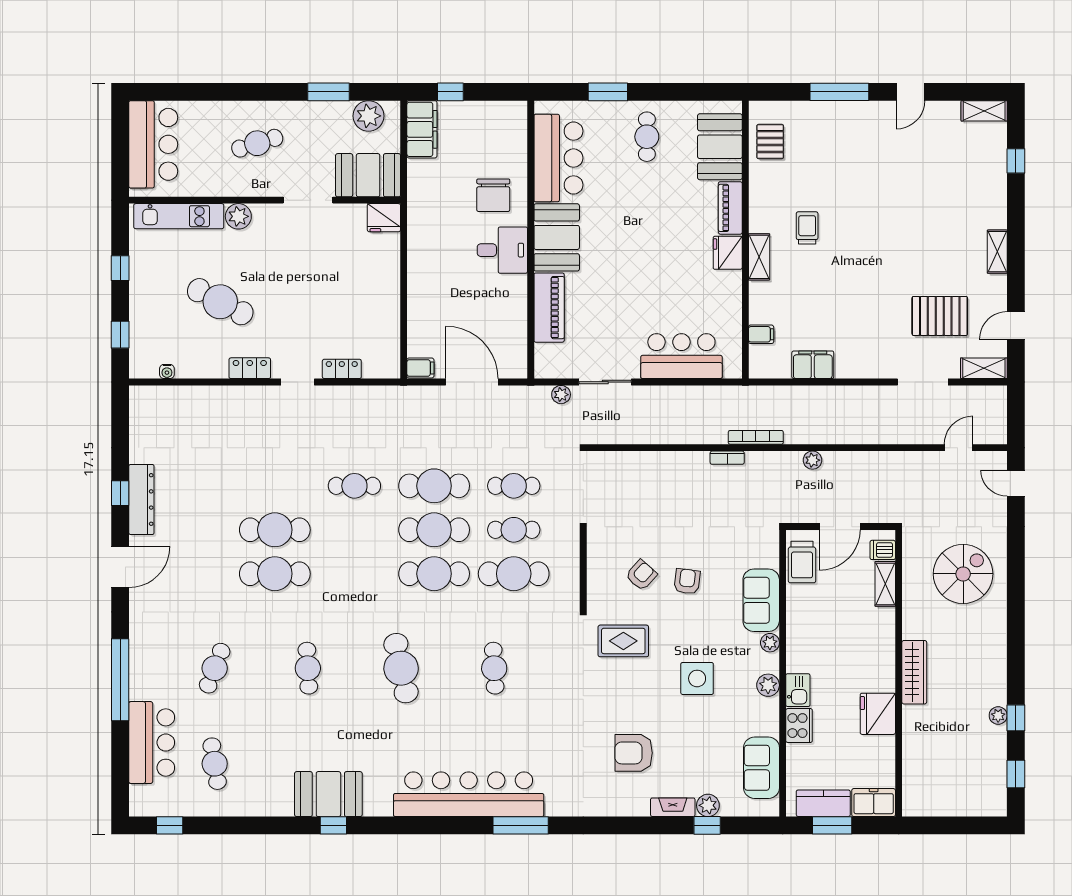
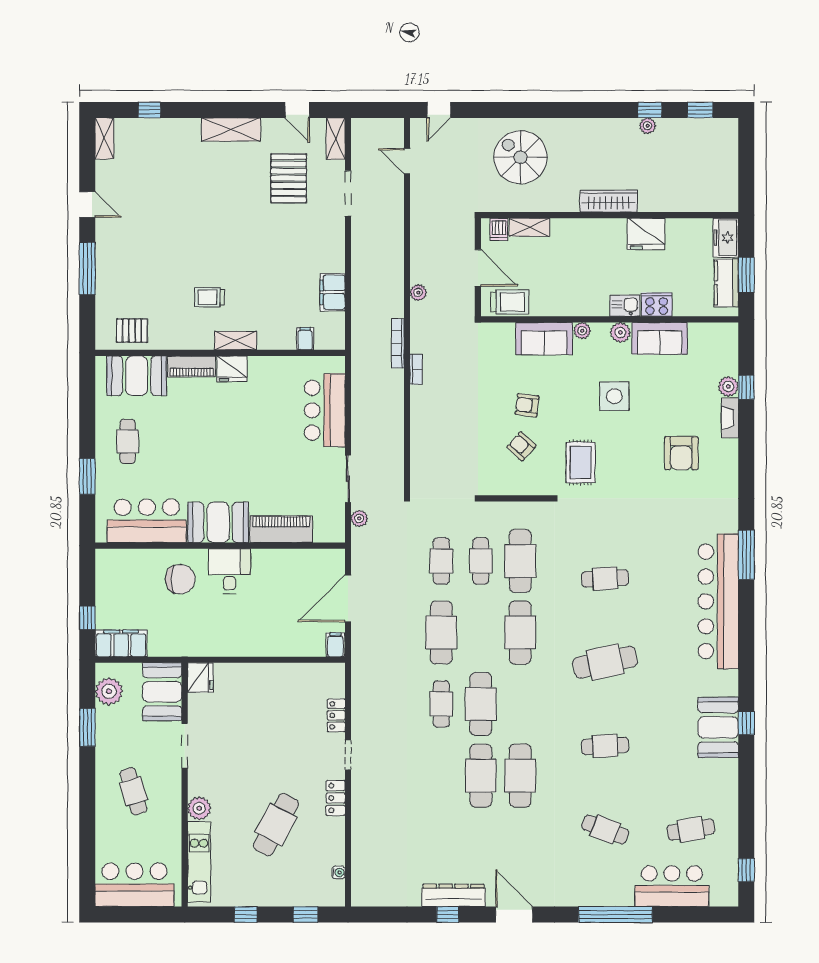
cafe table: (647, 137) -> (128, 441), turned 90
shelving: (997, 252) -> (231, 130), width x1.50, depth x1.33
cafe table: (434, 530) -> (481, 704), moved
sofa: (761, 768) -> (660, 338), moved

